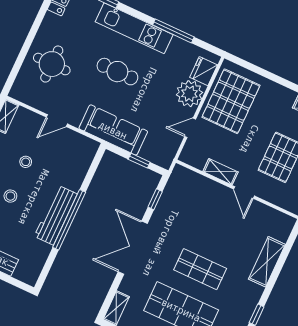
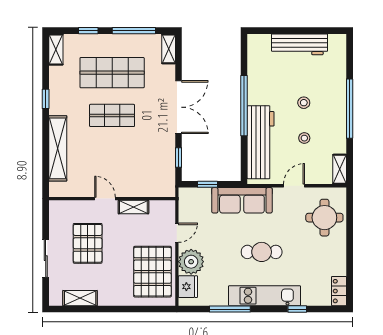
round table: (52, 64) -> (324, 218), moved
workbench: (56, 215) -> (261, 142), moved, width x1.36, depth x1.32
shelving: (267, 262) -> (58, 148), width x1.47

